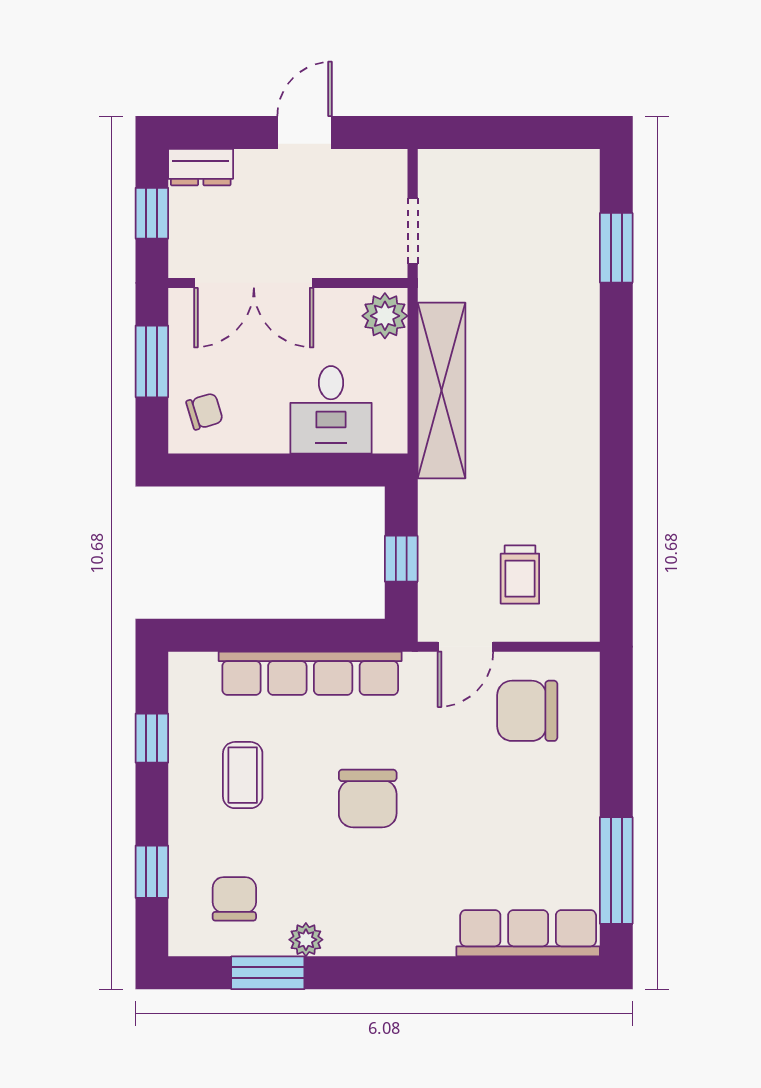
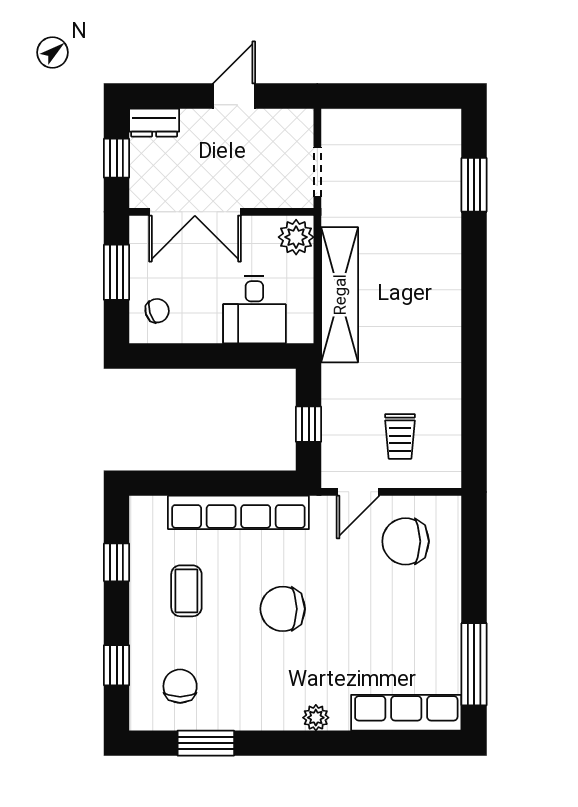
chair: (368, 799) -> (283, 609), turned 90
plant: (306, 940) -> (316, 718), moved

